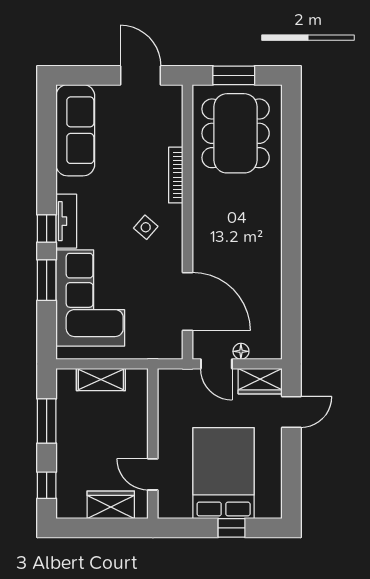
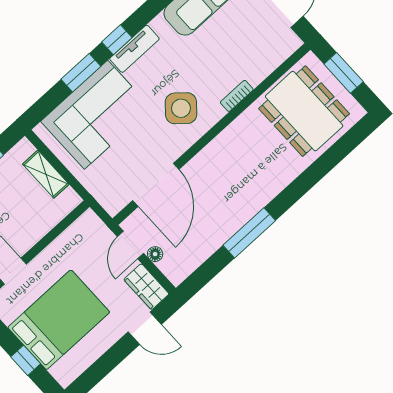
dining table: (236, 133) -> (304, 111), turned 90
bookcase: (176, 175) -> (237, 96), width x0.64
side table: (146, 227) -> (181, 108), width x1.87, depth x1.87
window: (291, 263) -> (249, 233), added

